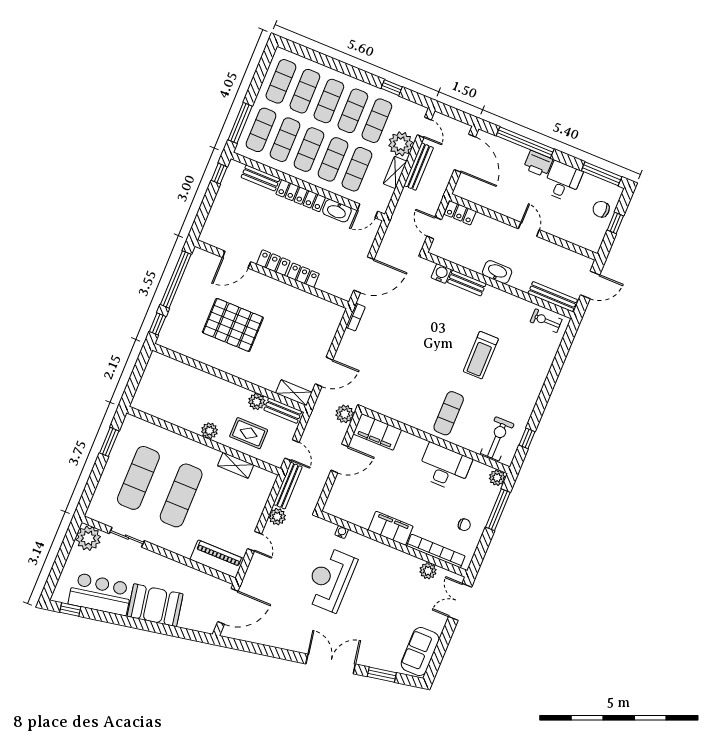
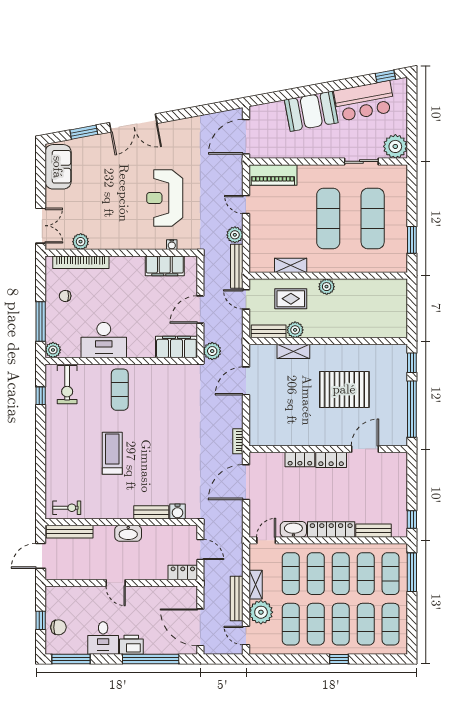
window: (392, 88) -> (339, 659), moved
shelving: (294, 393) -> (293, 351), moved
filing cabinet: (391, 528) -> (165, 266), moved
reception desk: (330, 580) -> (165, 198), turned 180

